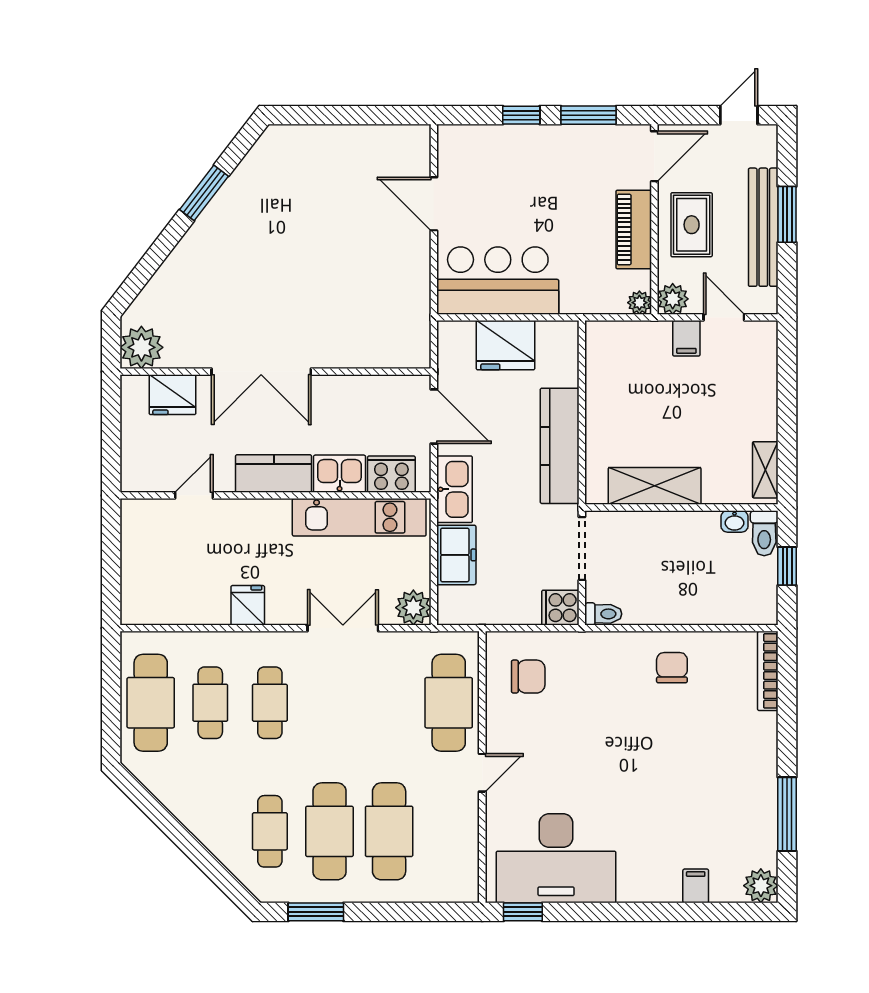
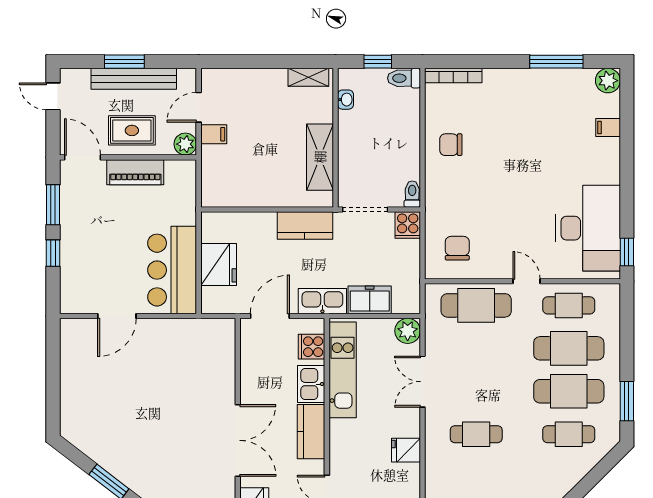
plant: (639, 303) -> (188, 168), removed
kitchen counter: (560, 446) -> (305, 226), width x0.67
cooker: (391, 474) -> (312, 347), width x0.73
toilet: (764, 533) -> (404, 78), moved, turned 180
cafe table: (210, 703) -> (569, 305), moved

